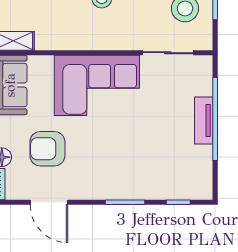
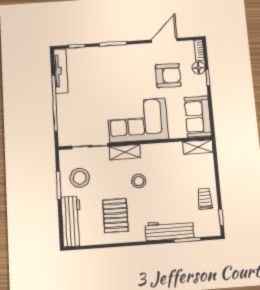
shelving: (119, 41) -> (125, 152), added
tv unit: (204, 121) -> (61, 71), moved, width x1.41
door: (49, 202) -> (164, 40), hinge flipped

